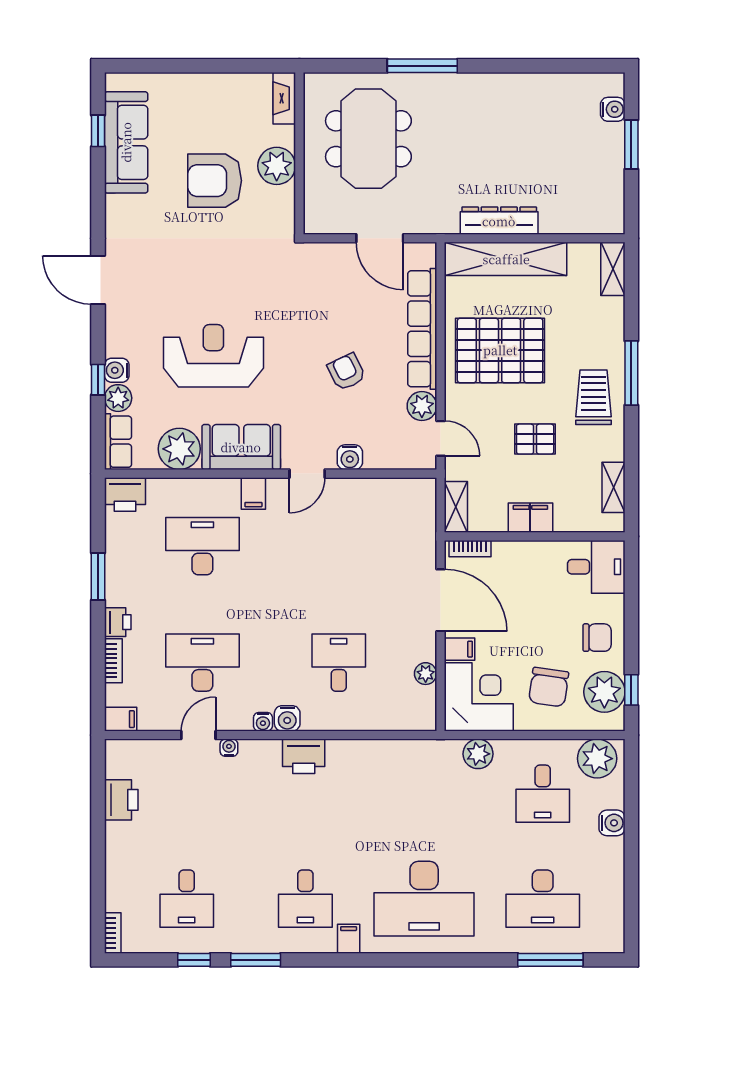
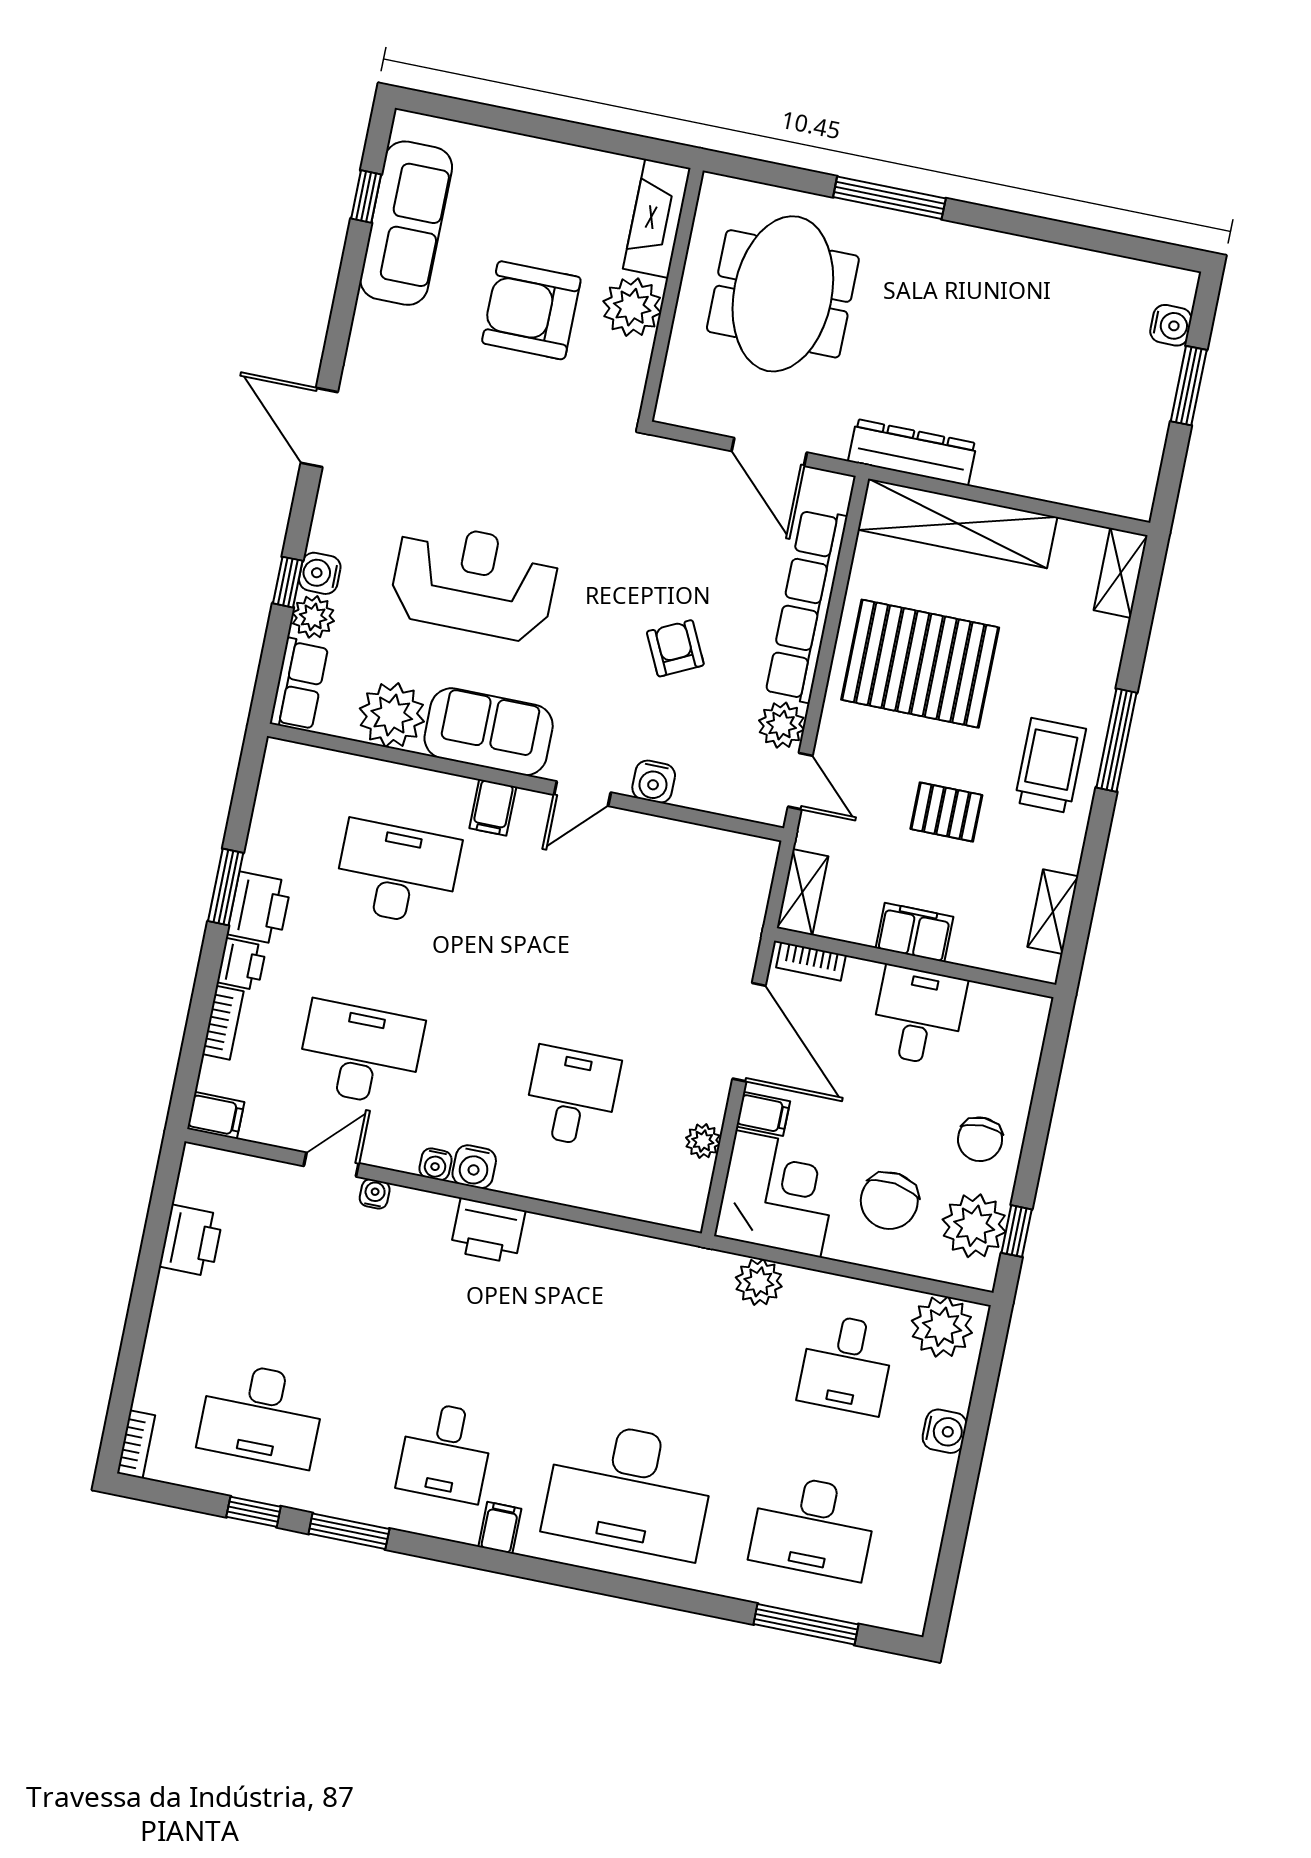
fireplace: (284, 98) -> (657, 218), width x1.37, depth x1.32
dresser: (499, 221) -> (912, 452), moved
printer: (125, 494) -> (259, 908), moved, turned -90
desk: (596, 567) -> (919, 1016), moved, turned -90
chair: (597, 638) -> (980, 1139), turned 90
desk: (187, 899) -> (262, 1414), width x1.37

